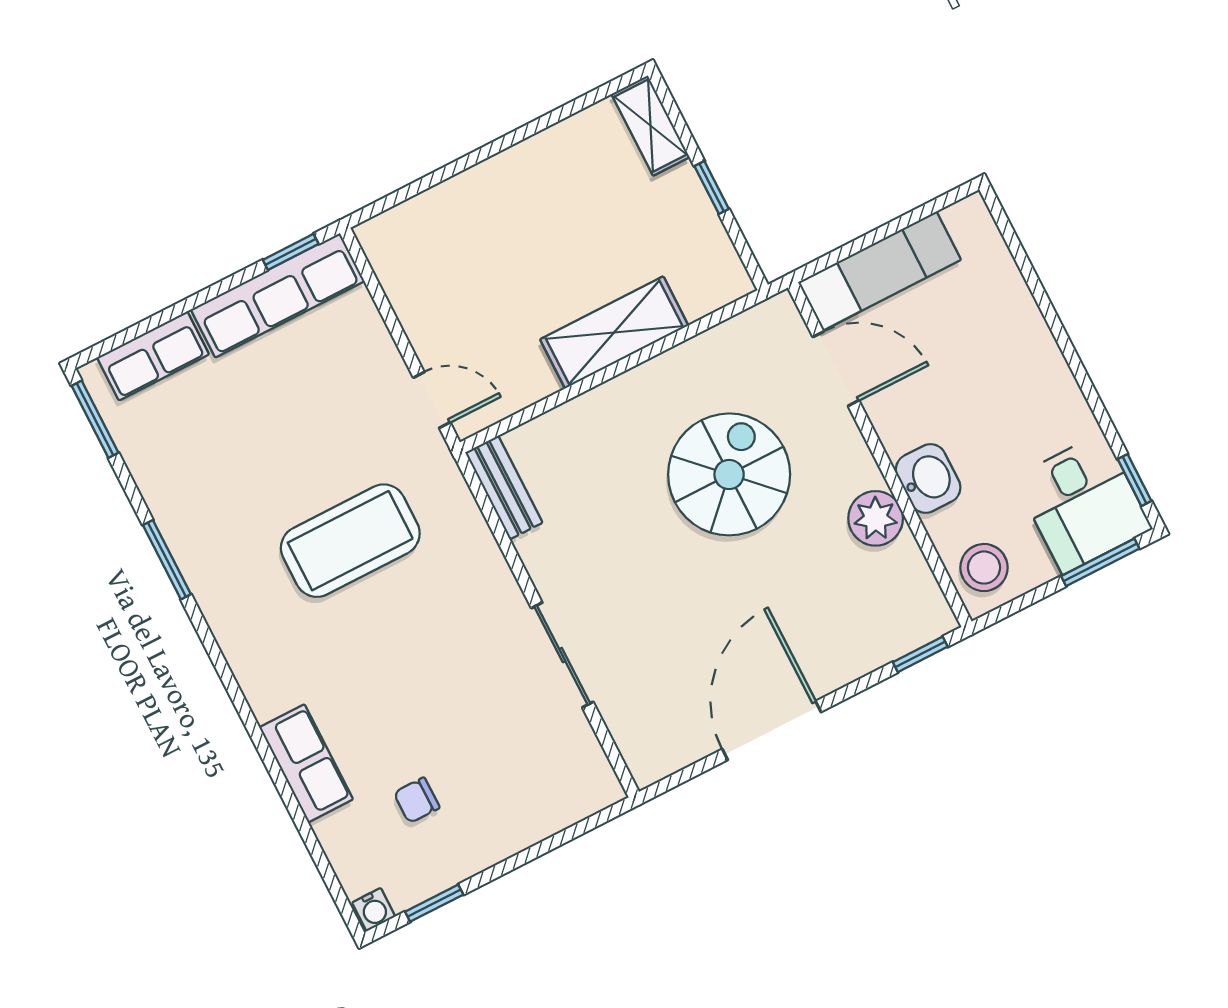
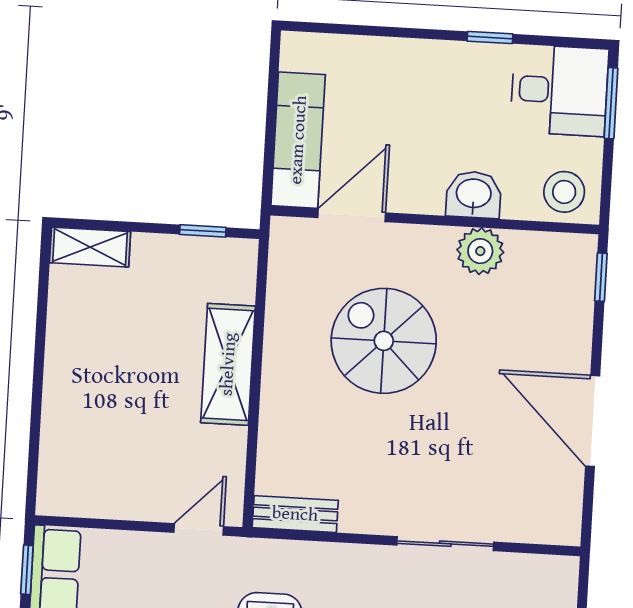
window: (712, 187) -> (203, 231), moved
window: (1134, 480) -> (490, 38), moved

